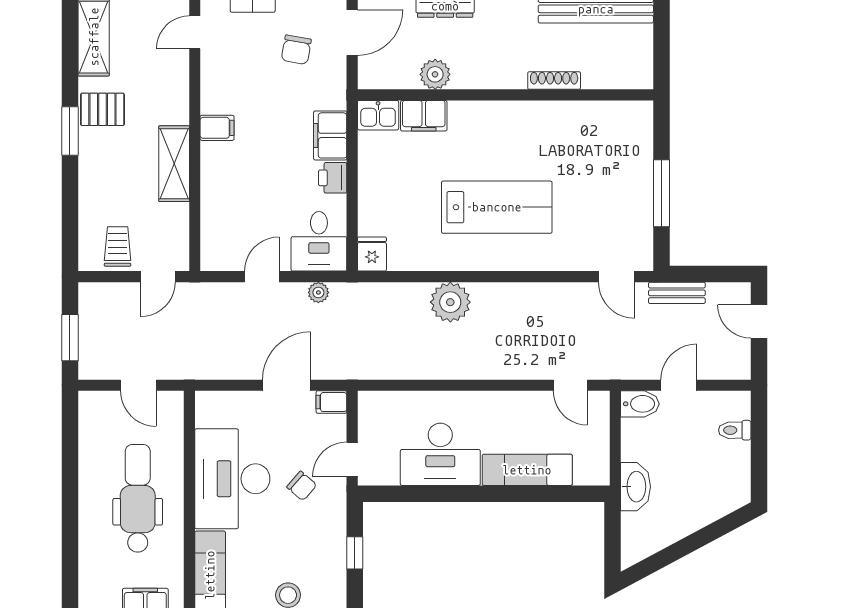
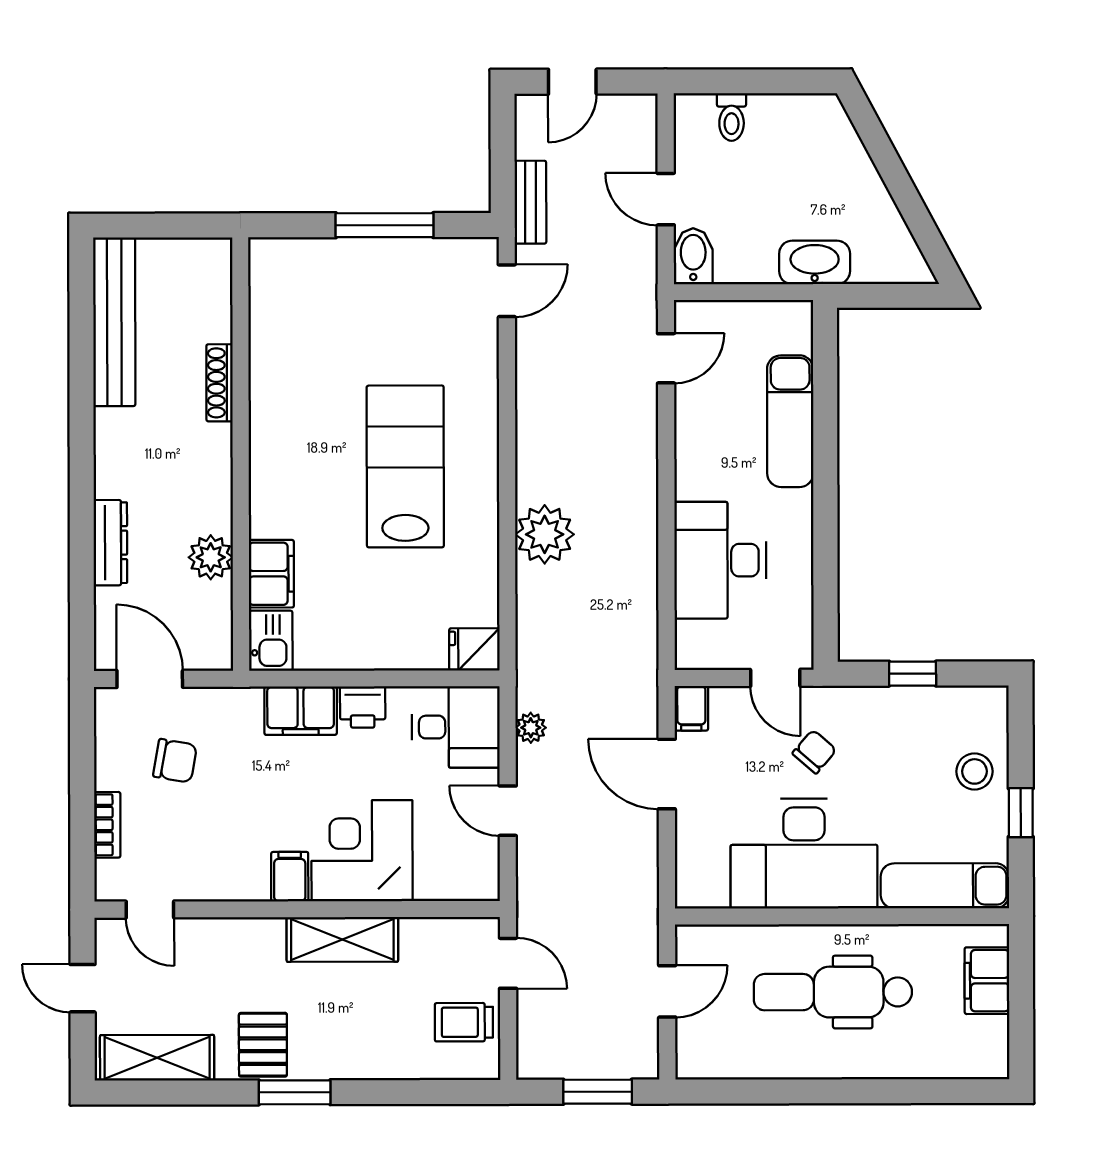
corner desk: (235, 177) -> (362, 851), added
desk: (440, 454) -> (720, 560), moved, turned 180

